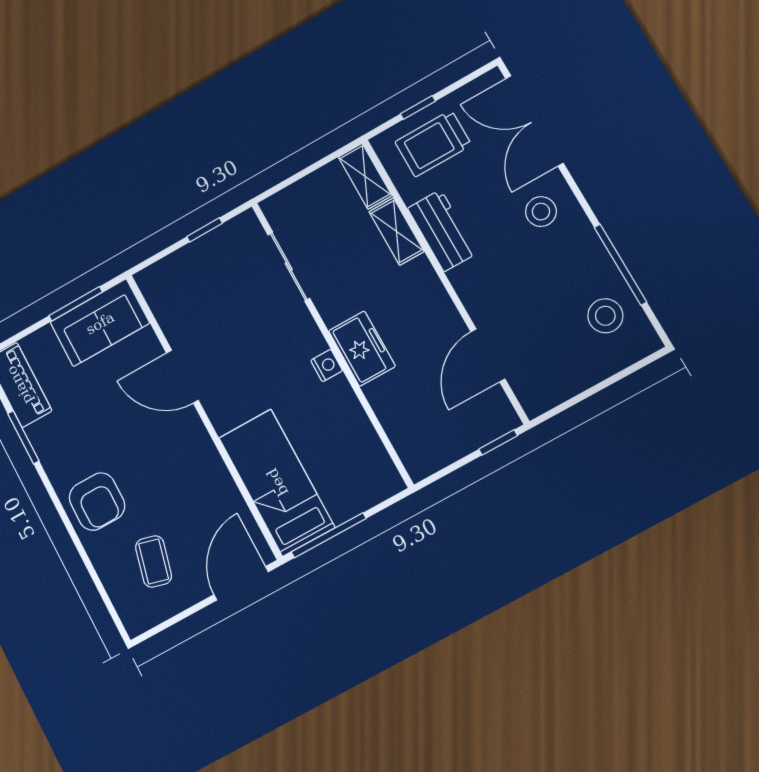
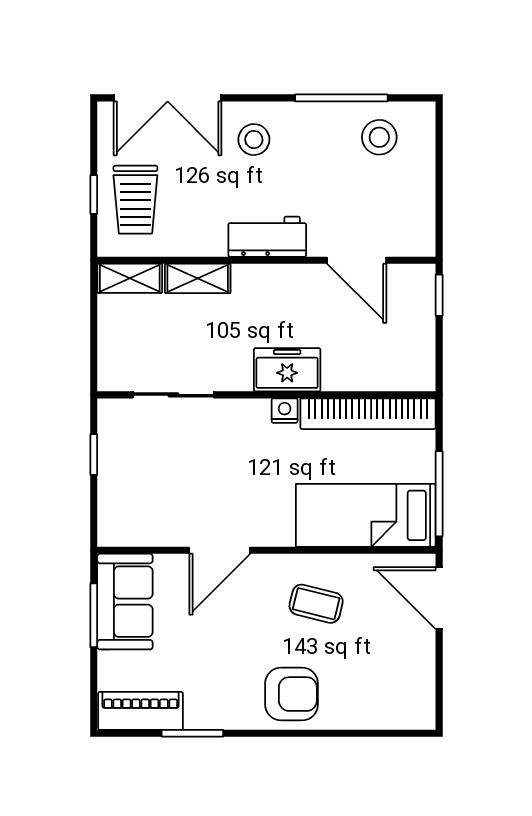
workbench: (442, 231) -> (267, 237), moved
bookcase: (363, 437) -> (368, 414), added
coffee table: (154, 561) -> (316, 604), moved

